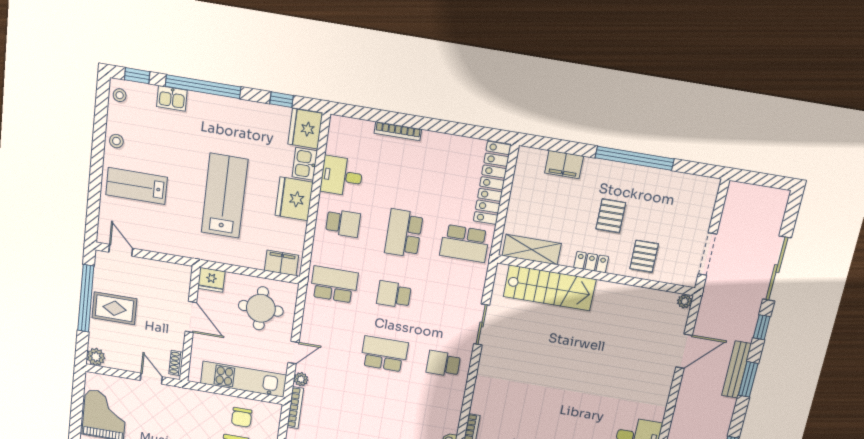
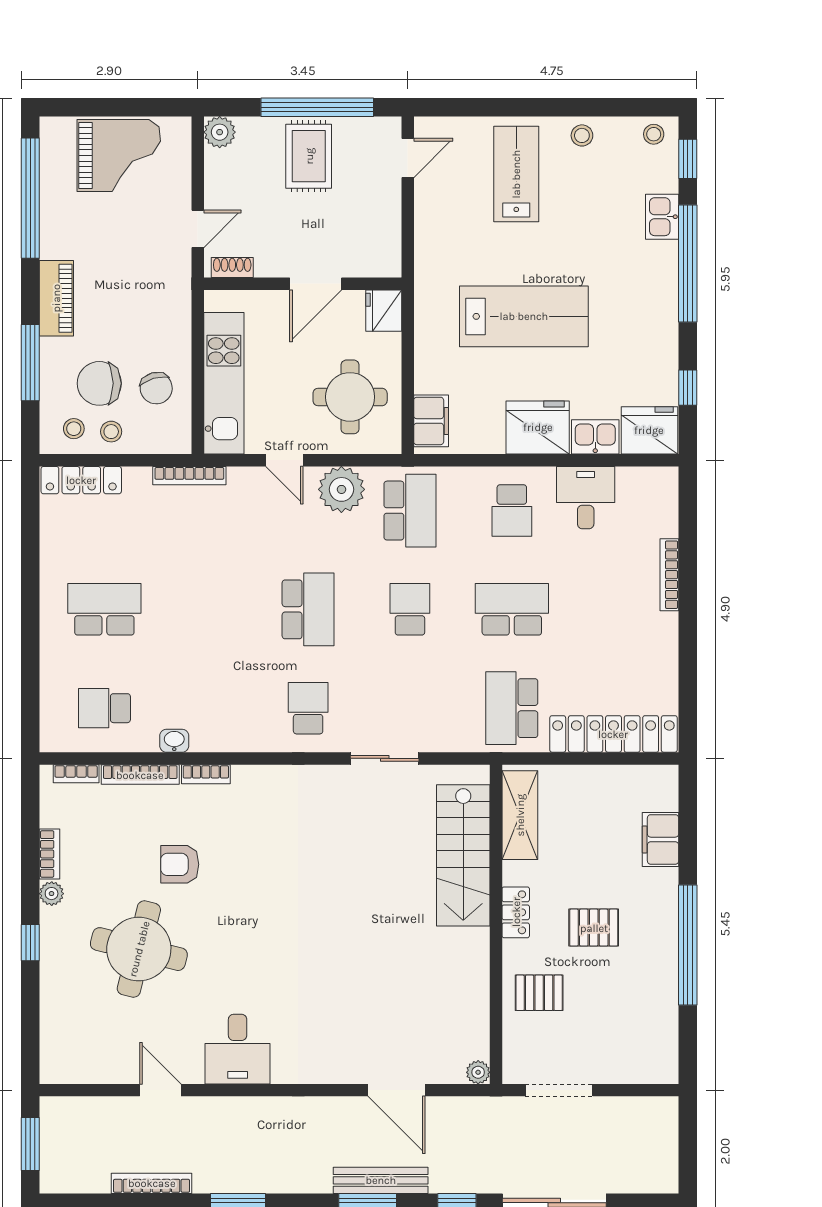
plant: (301, 379) -> (341, 489), moved, width x1.88, depth x1.88
chair: (242, 417) -> (156, 388), turned -106

